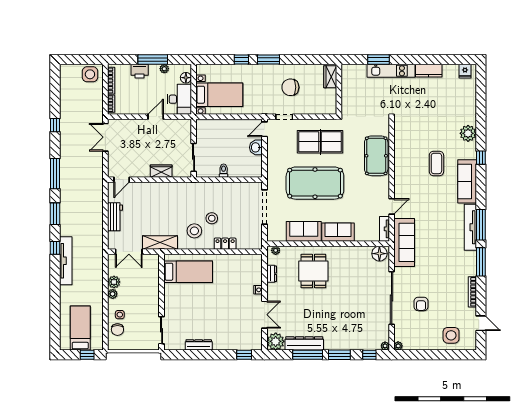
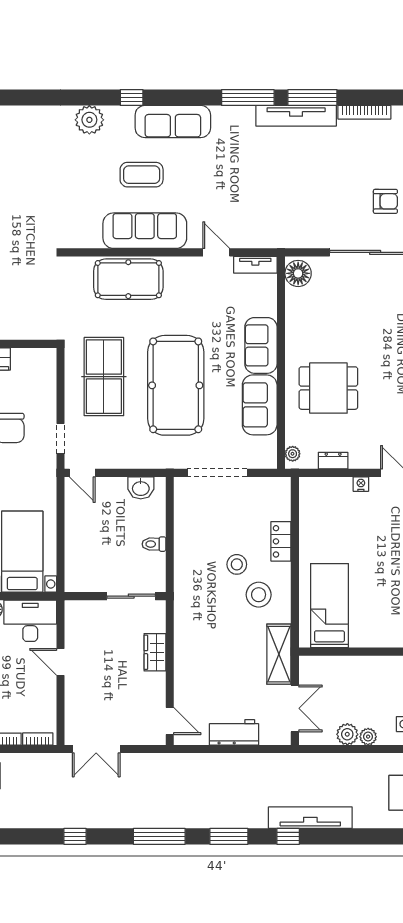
washbasin: (256, 147) -> (141, 488), moved
tv unit: (470, 227) -> (296, 116), moved
sofa: (404, 242) -> (145, 231), moved

